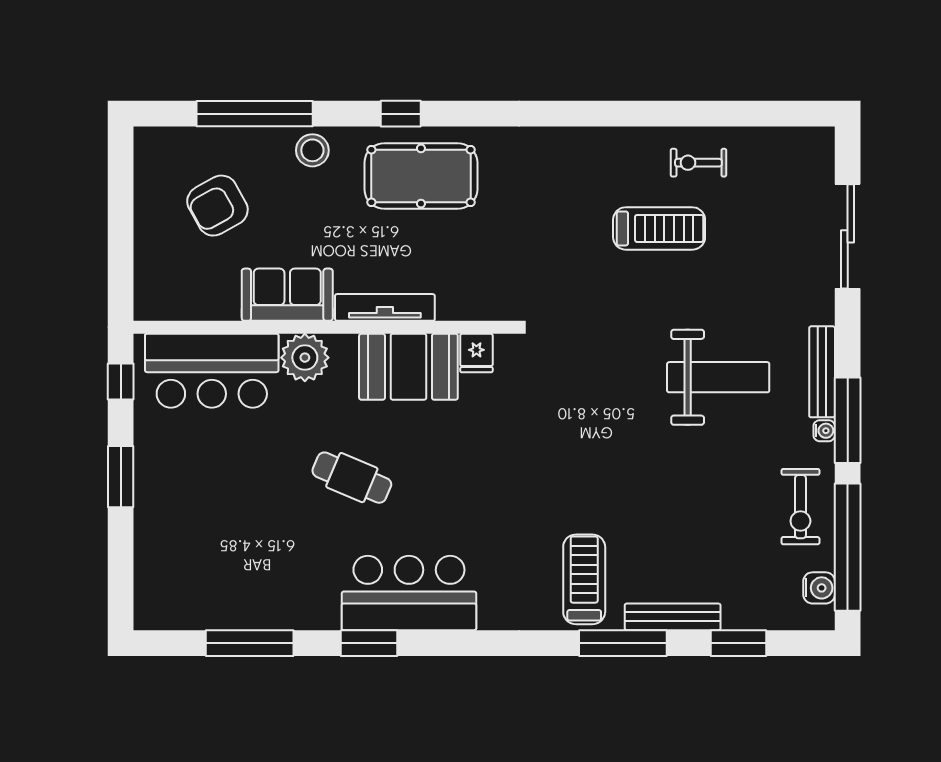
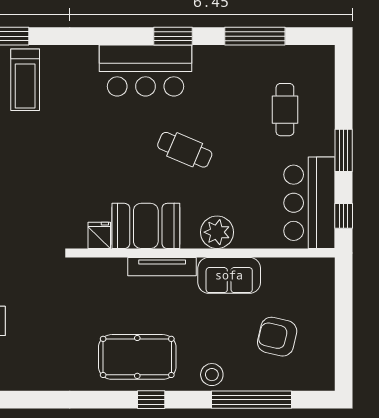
armchair: (217, 206) -> (277, 337), turned -138
bar counter: (212, 371) -> (309, 203), moved, turned -90
cafe table: (206, 536) -> (285, 110), added

